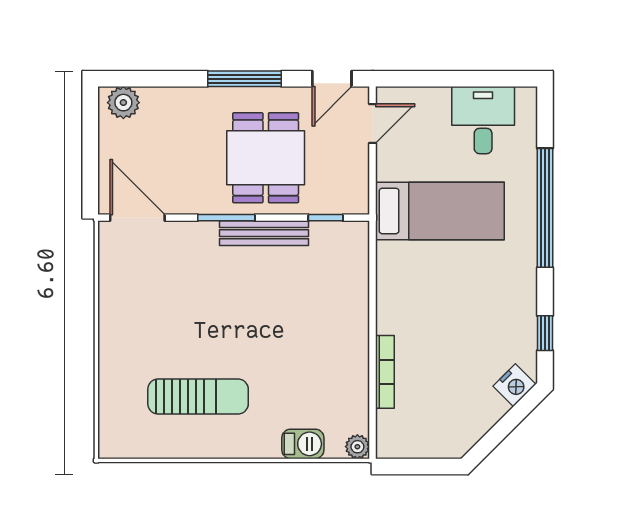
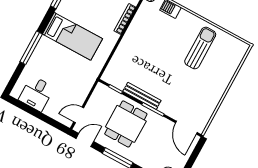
window: (545, 208) -> (31, 48), width x0.68
bed: (440, 211) -> (72, 36), moved, turned 180
sun lounger: (198, 397) -> (200, 48), turned 90

